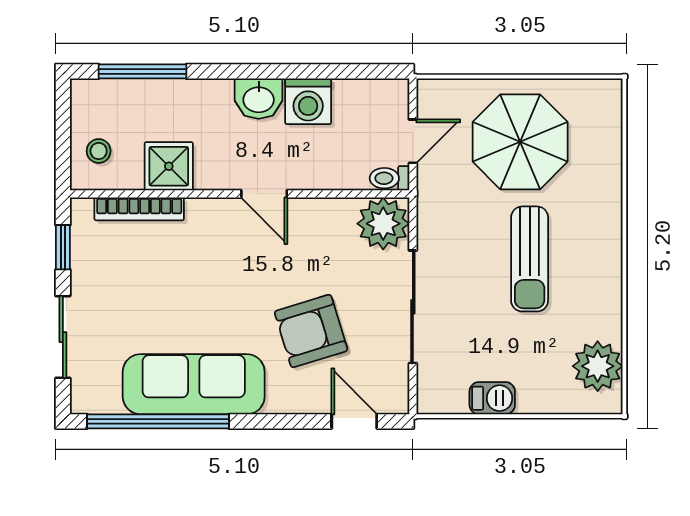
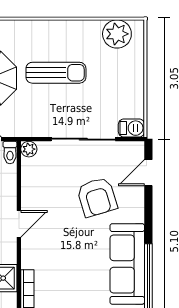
plant: (383, 224) -> (29, 149), width x0.53, depth x0.53
barbecue: (492, 398) -> (131, 128), moved, turned 90

